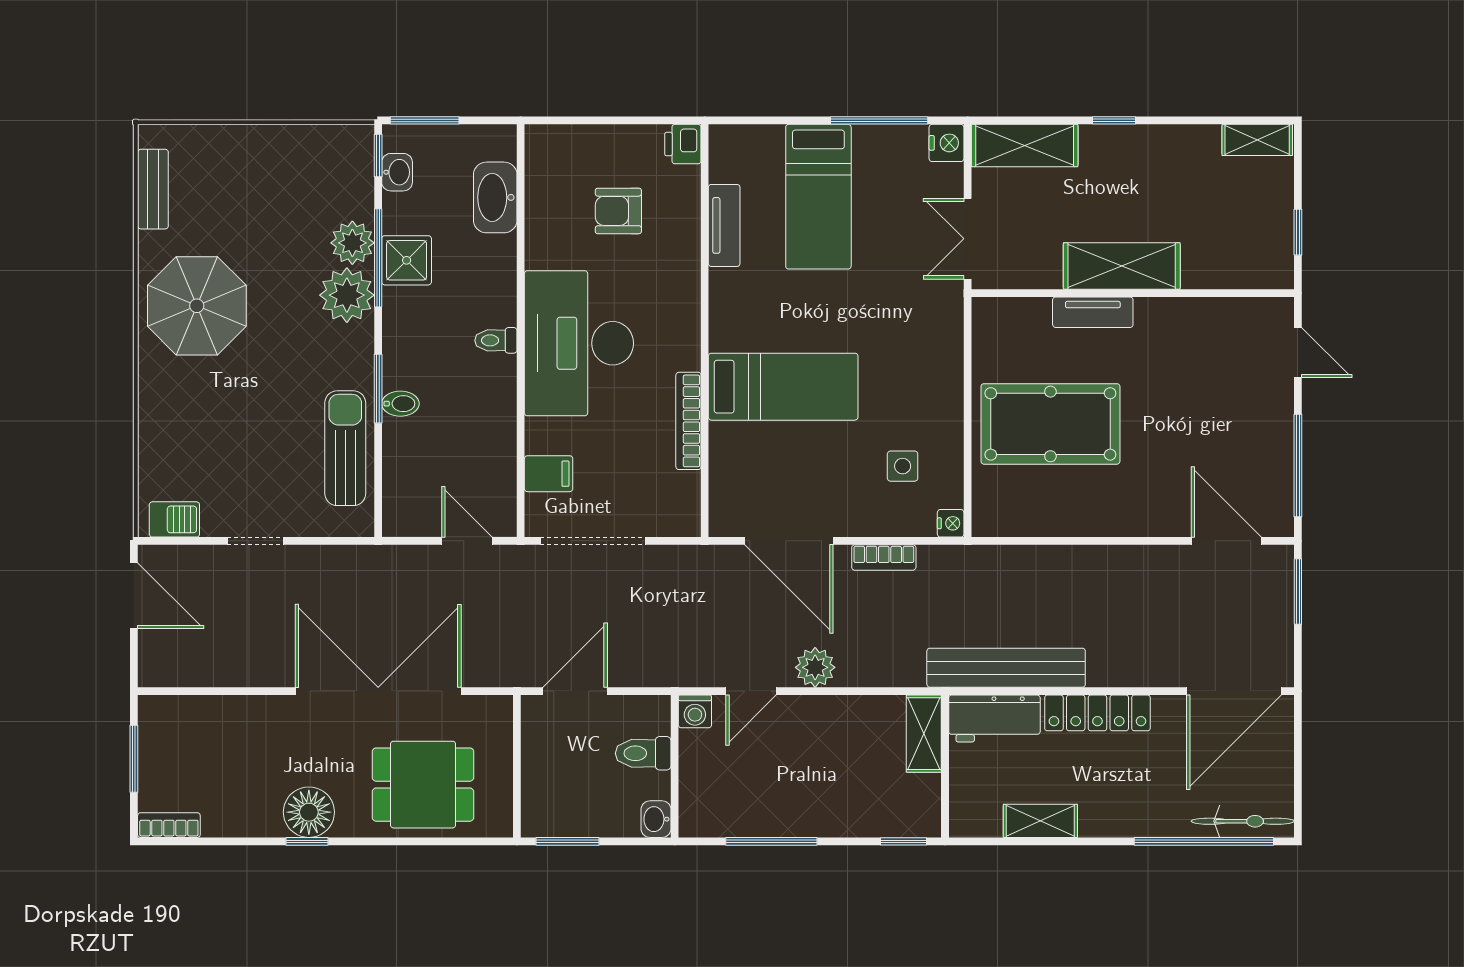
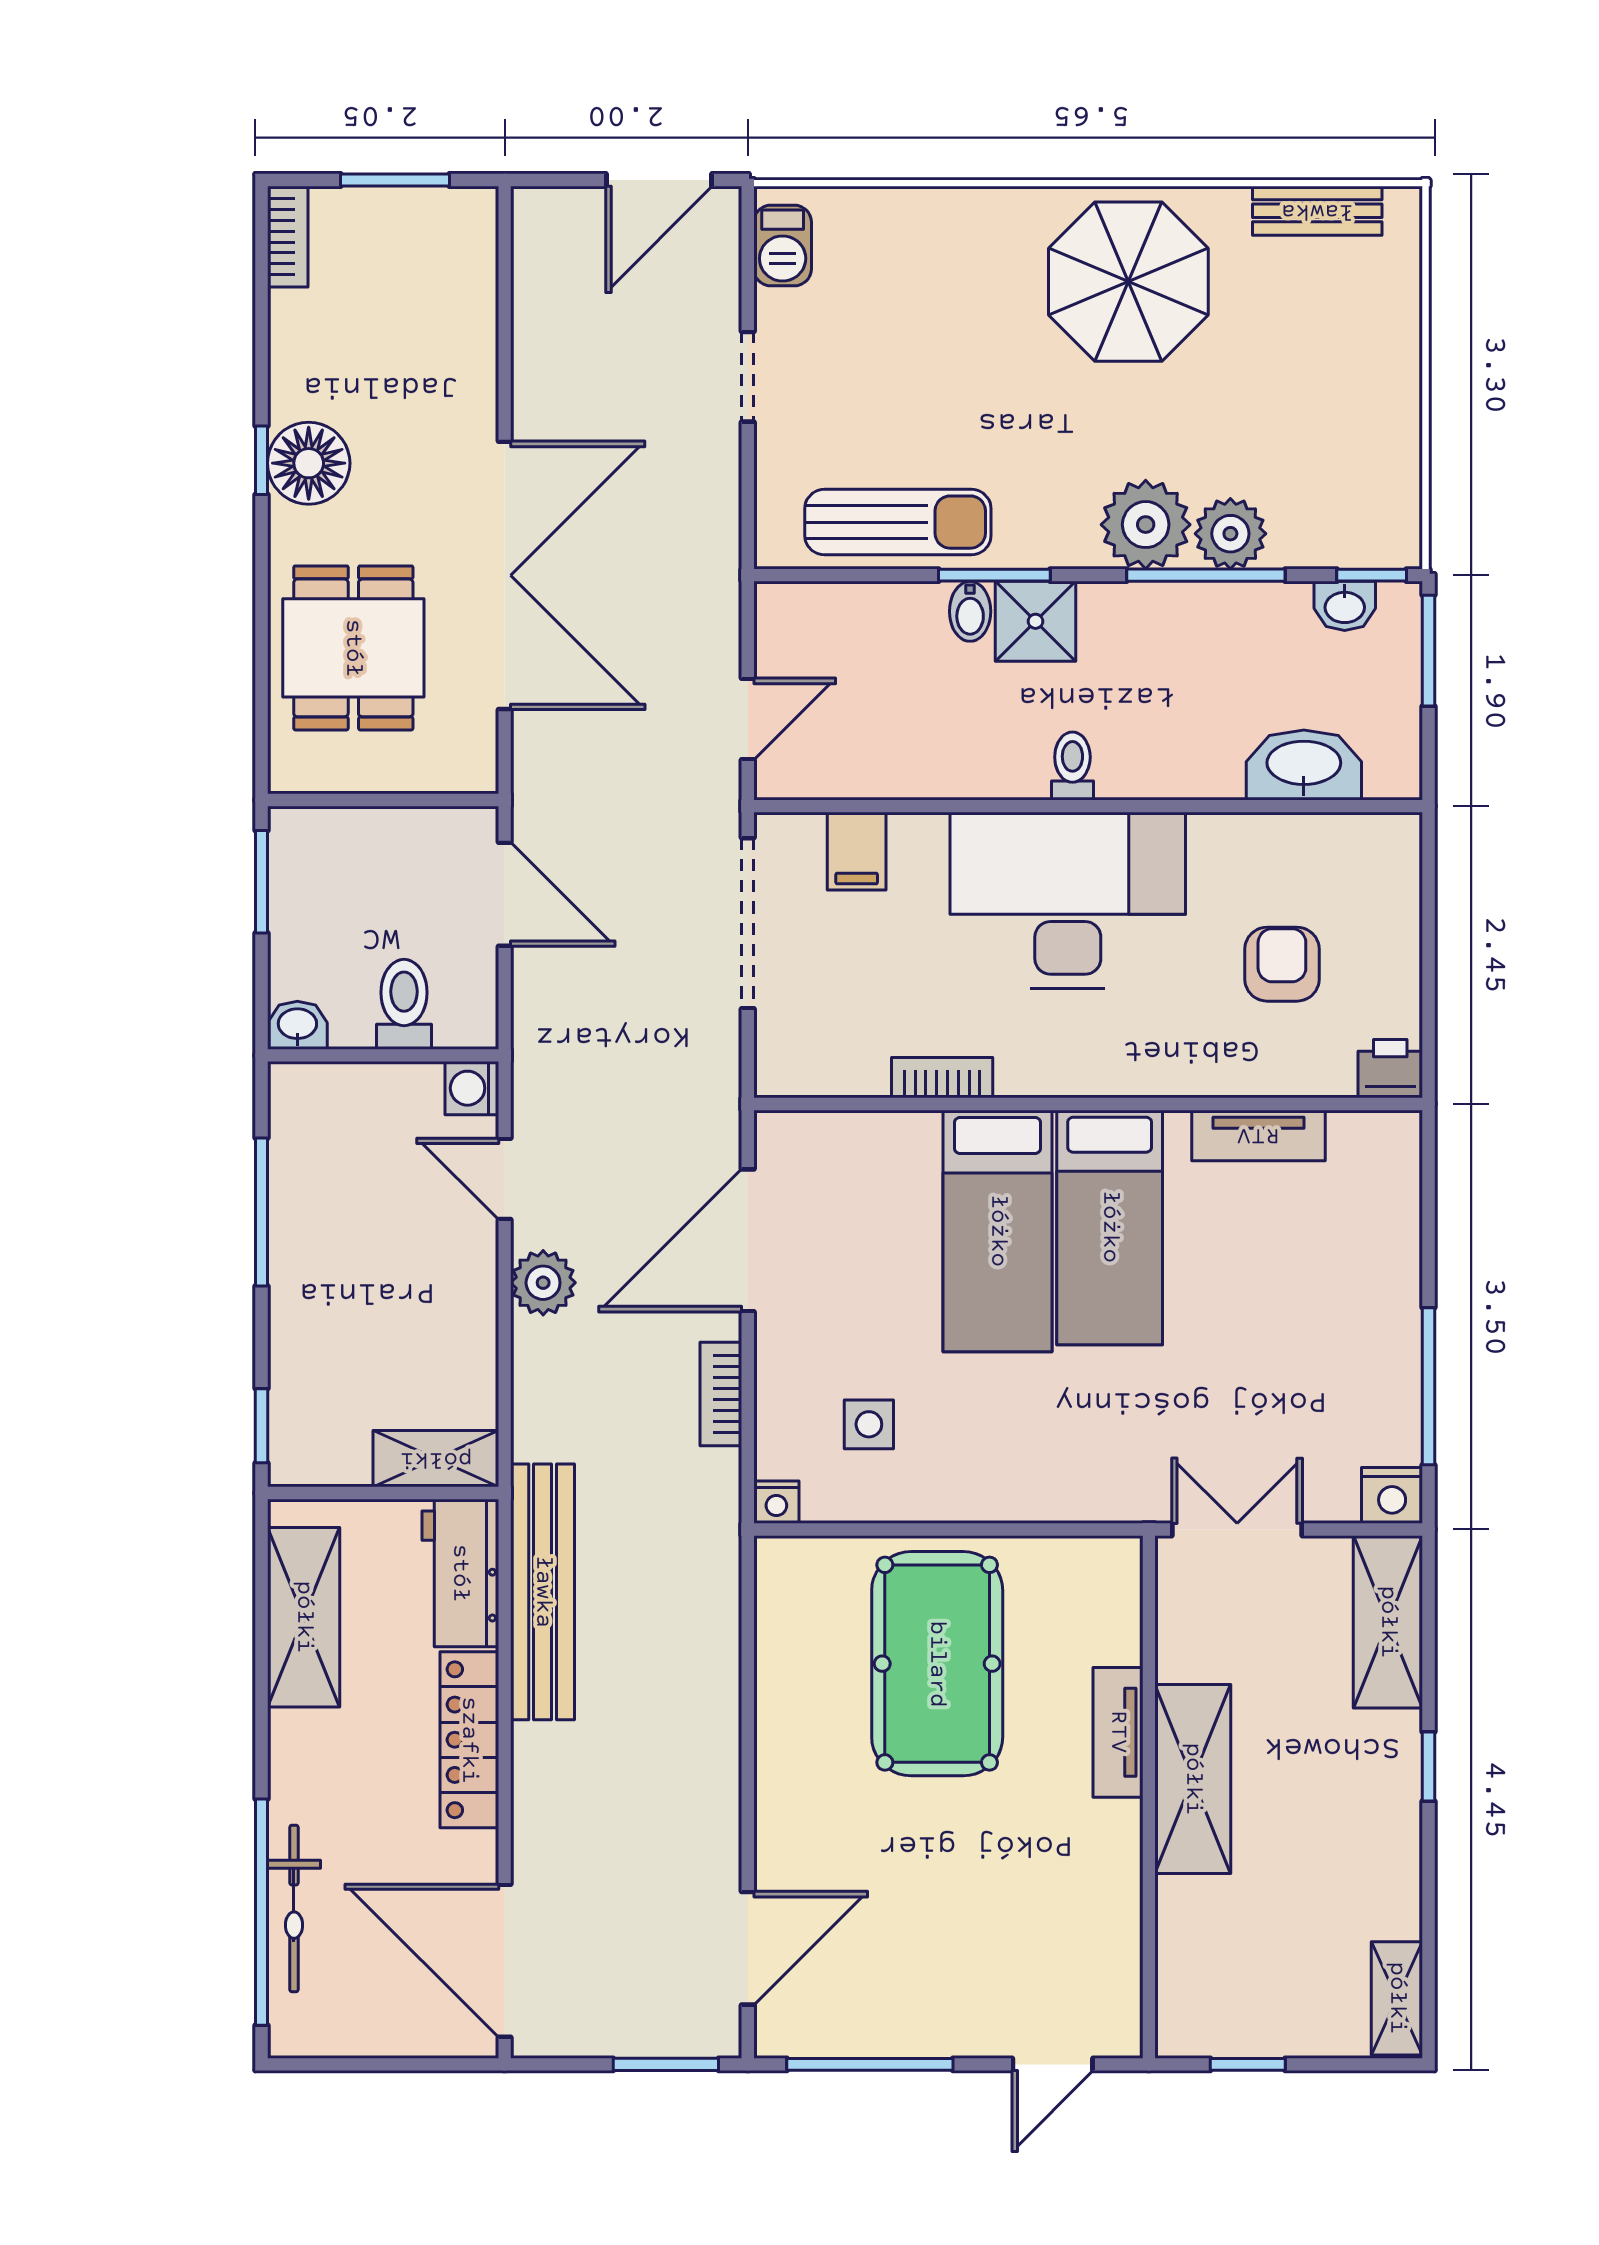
bed: (818, 197) -> (1110, 1227), moved, turned -90
shower: (407, 260) -> (1035, 621), moved
bookcase: (688, 421) -> (942, 1078), width x0.64
shelving: (1040, 821) -> (304, 1617), width x1.50, depth x1.33
bicycle: (1243, 821) -> (294, 1908), moved

